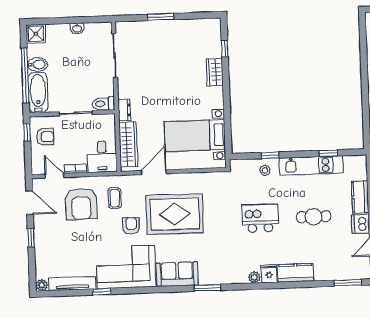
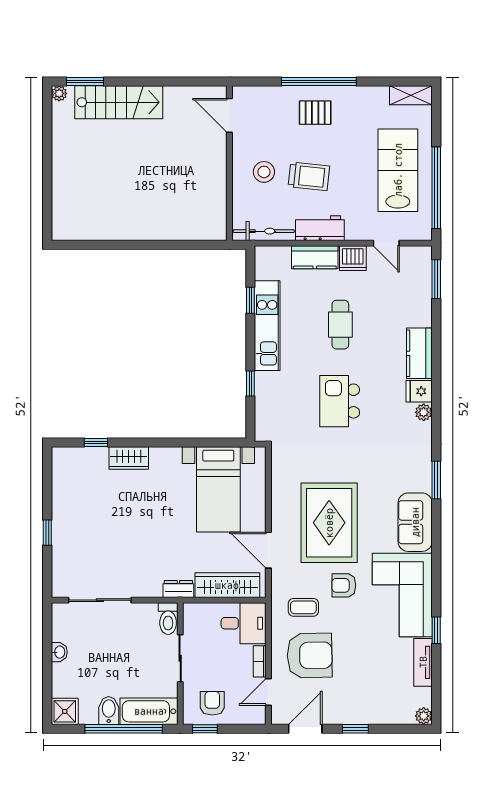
window: (160, 17) -> (47, 533), width x0.67
stool: (265, 170) -> (272, 392), removed
tv unit: (72, 284) -> (423, 662), width x0.71

